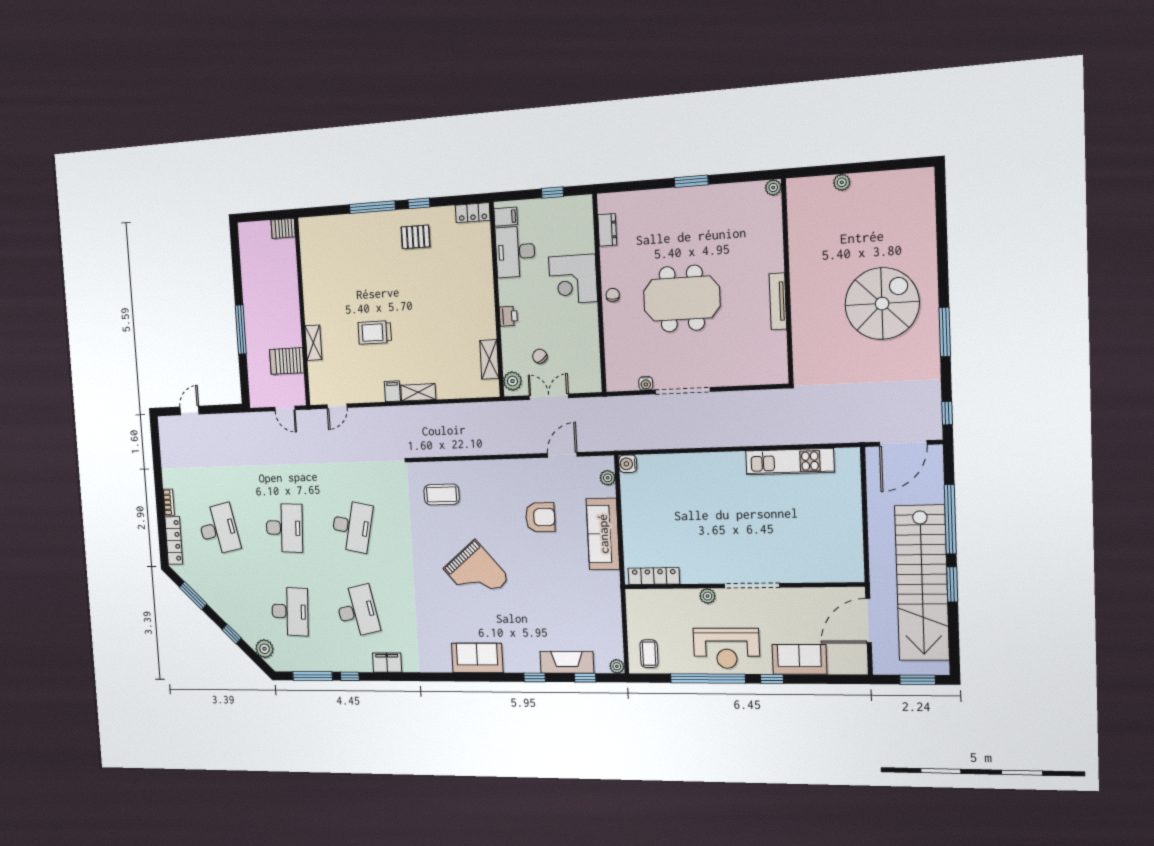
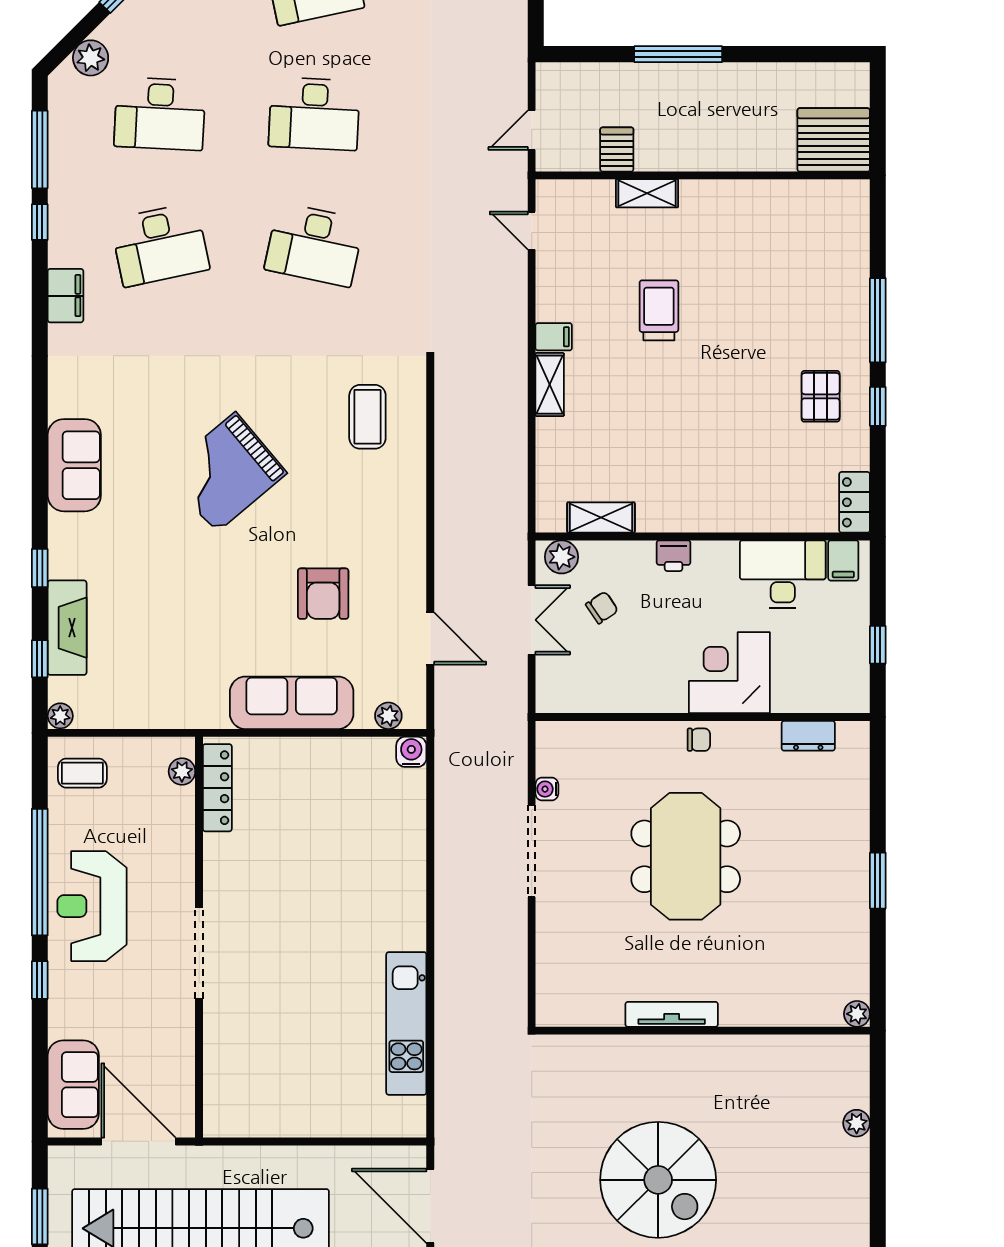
server rack: (283, 228) -> (834, 140), width x2.18, depth x1.44
server rack: (287, 361) -> (617, 150), width x0.73, depth x0.70
plant: (708, 596) -> (182, 771), moved
sofa: (799, 659) -> (73, 1085), moved

